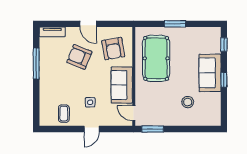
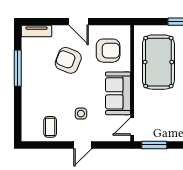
armchair: (113, 49) -> (108, 51), turned -80
door: (134, 113) -> (132, 126), hinge flipped

